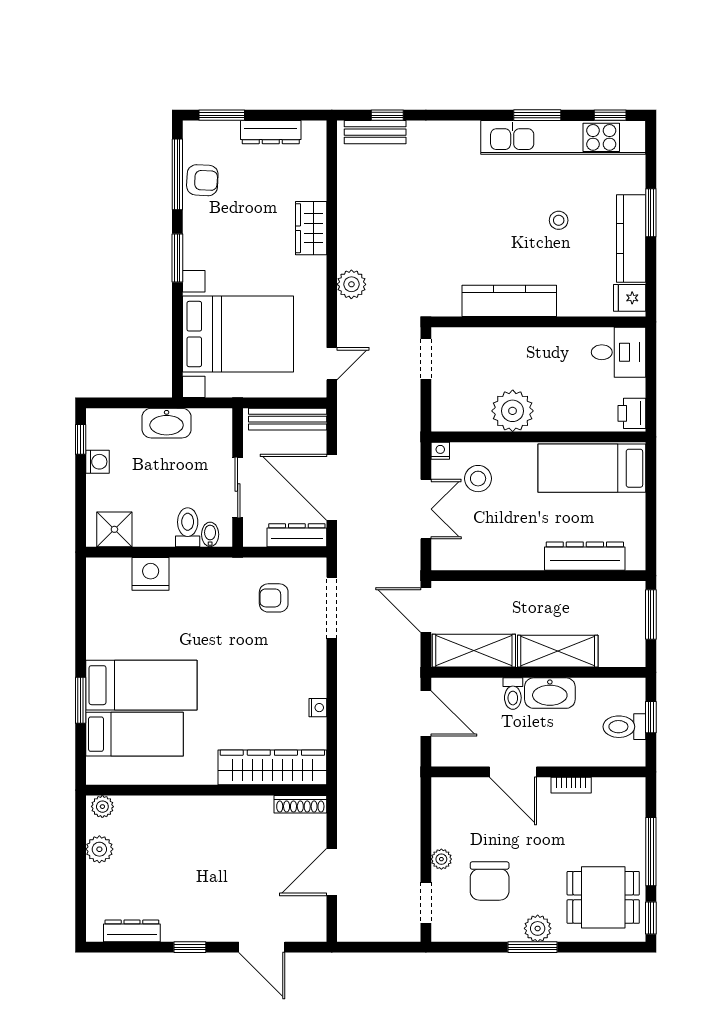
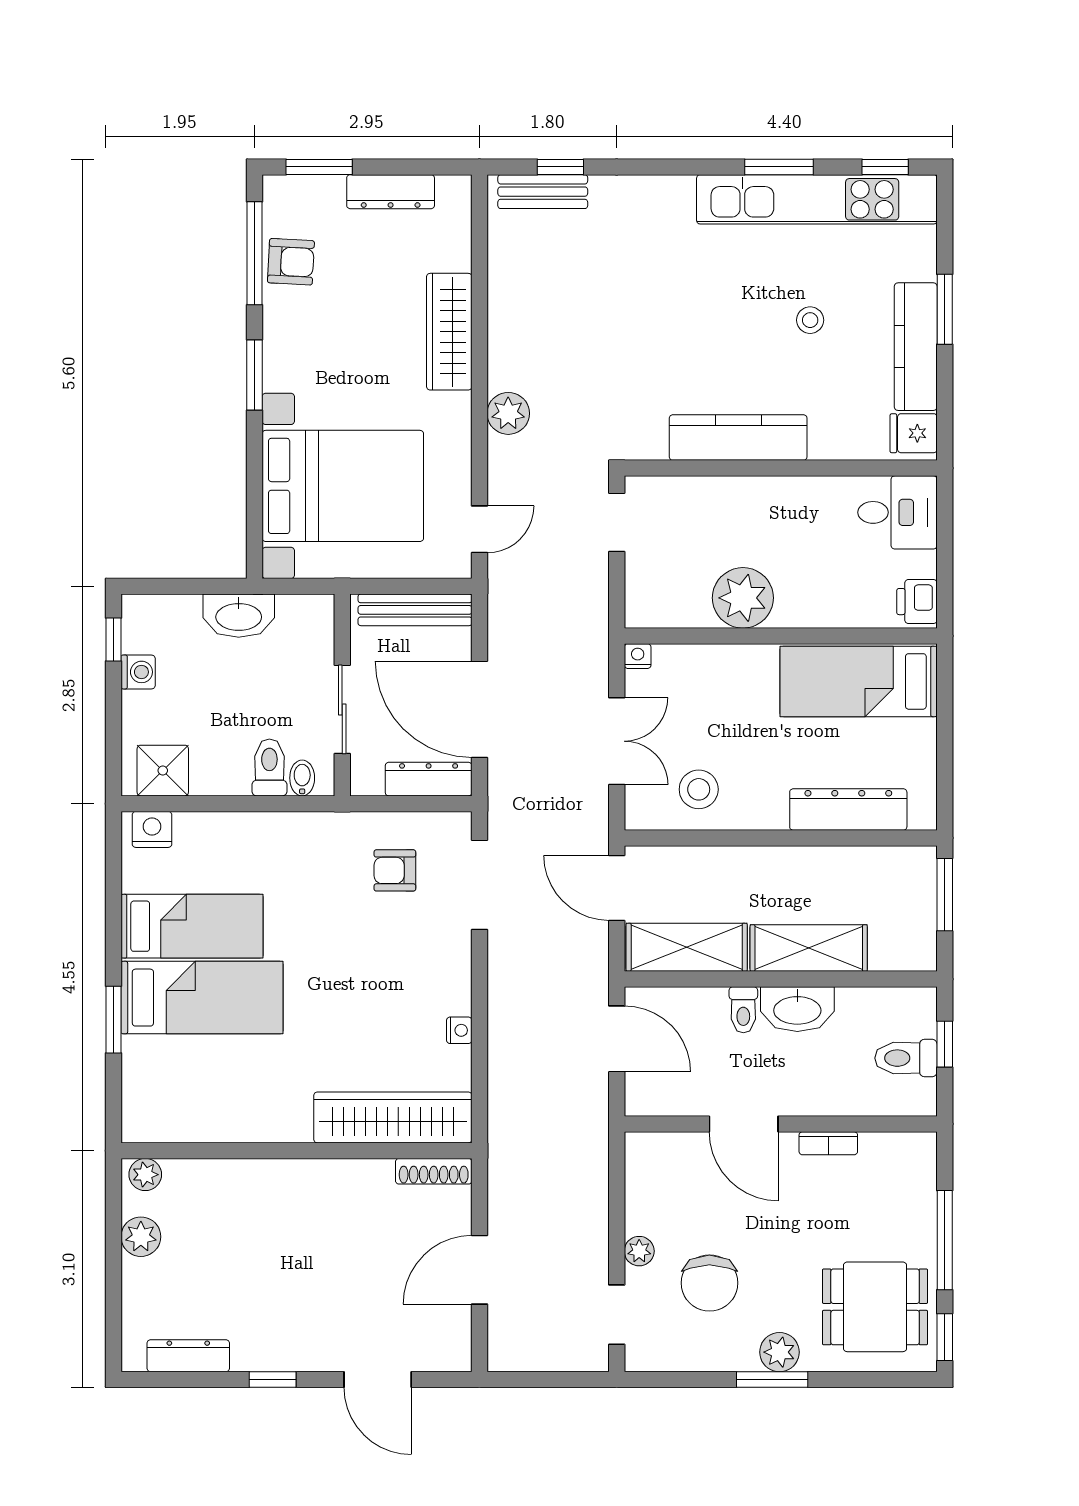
wardrobe: (311, 228) -> (449, 332), width x1.50
stool: (478, 479) -> (699, 789), moved
nightstand: (151, 574) -> (152, 829), moved, width x0.74, depth x0.75
bed: (134, 734) -> (192, 926), moved

